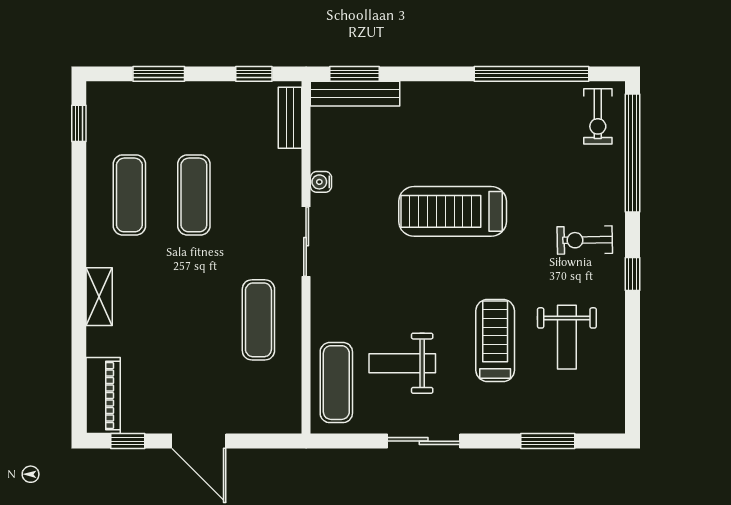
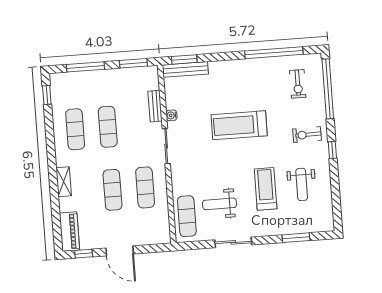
window: (159, 74) -> (85, 67), width x1.44
window: (254, 74) -> (133, 63), width x1.50
exercise bike: (598, 116) -> (298, 84), moved
bench: (290, 118) -> (155, 106), moved
exercise mat: (194, 320) -> (112, 190), added

